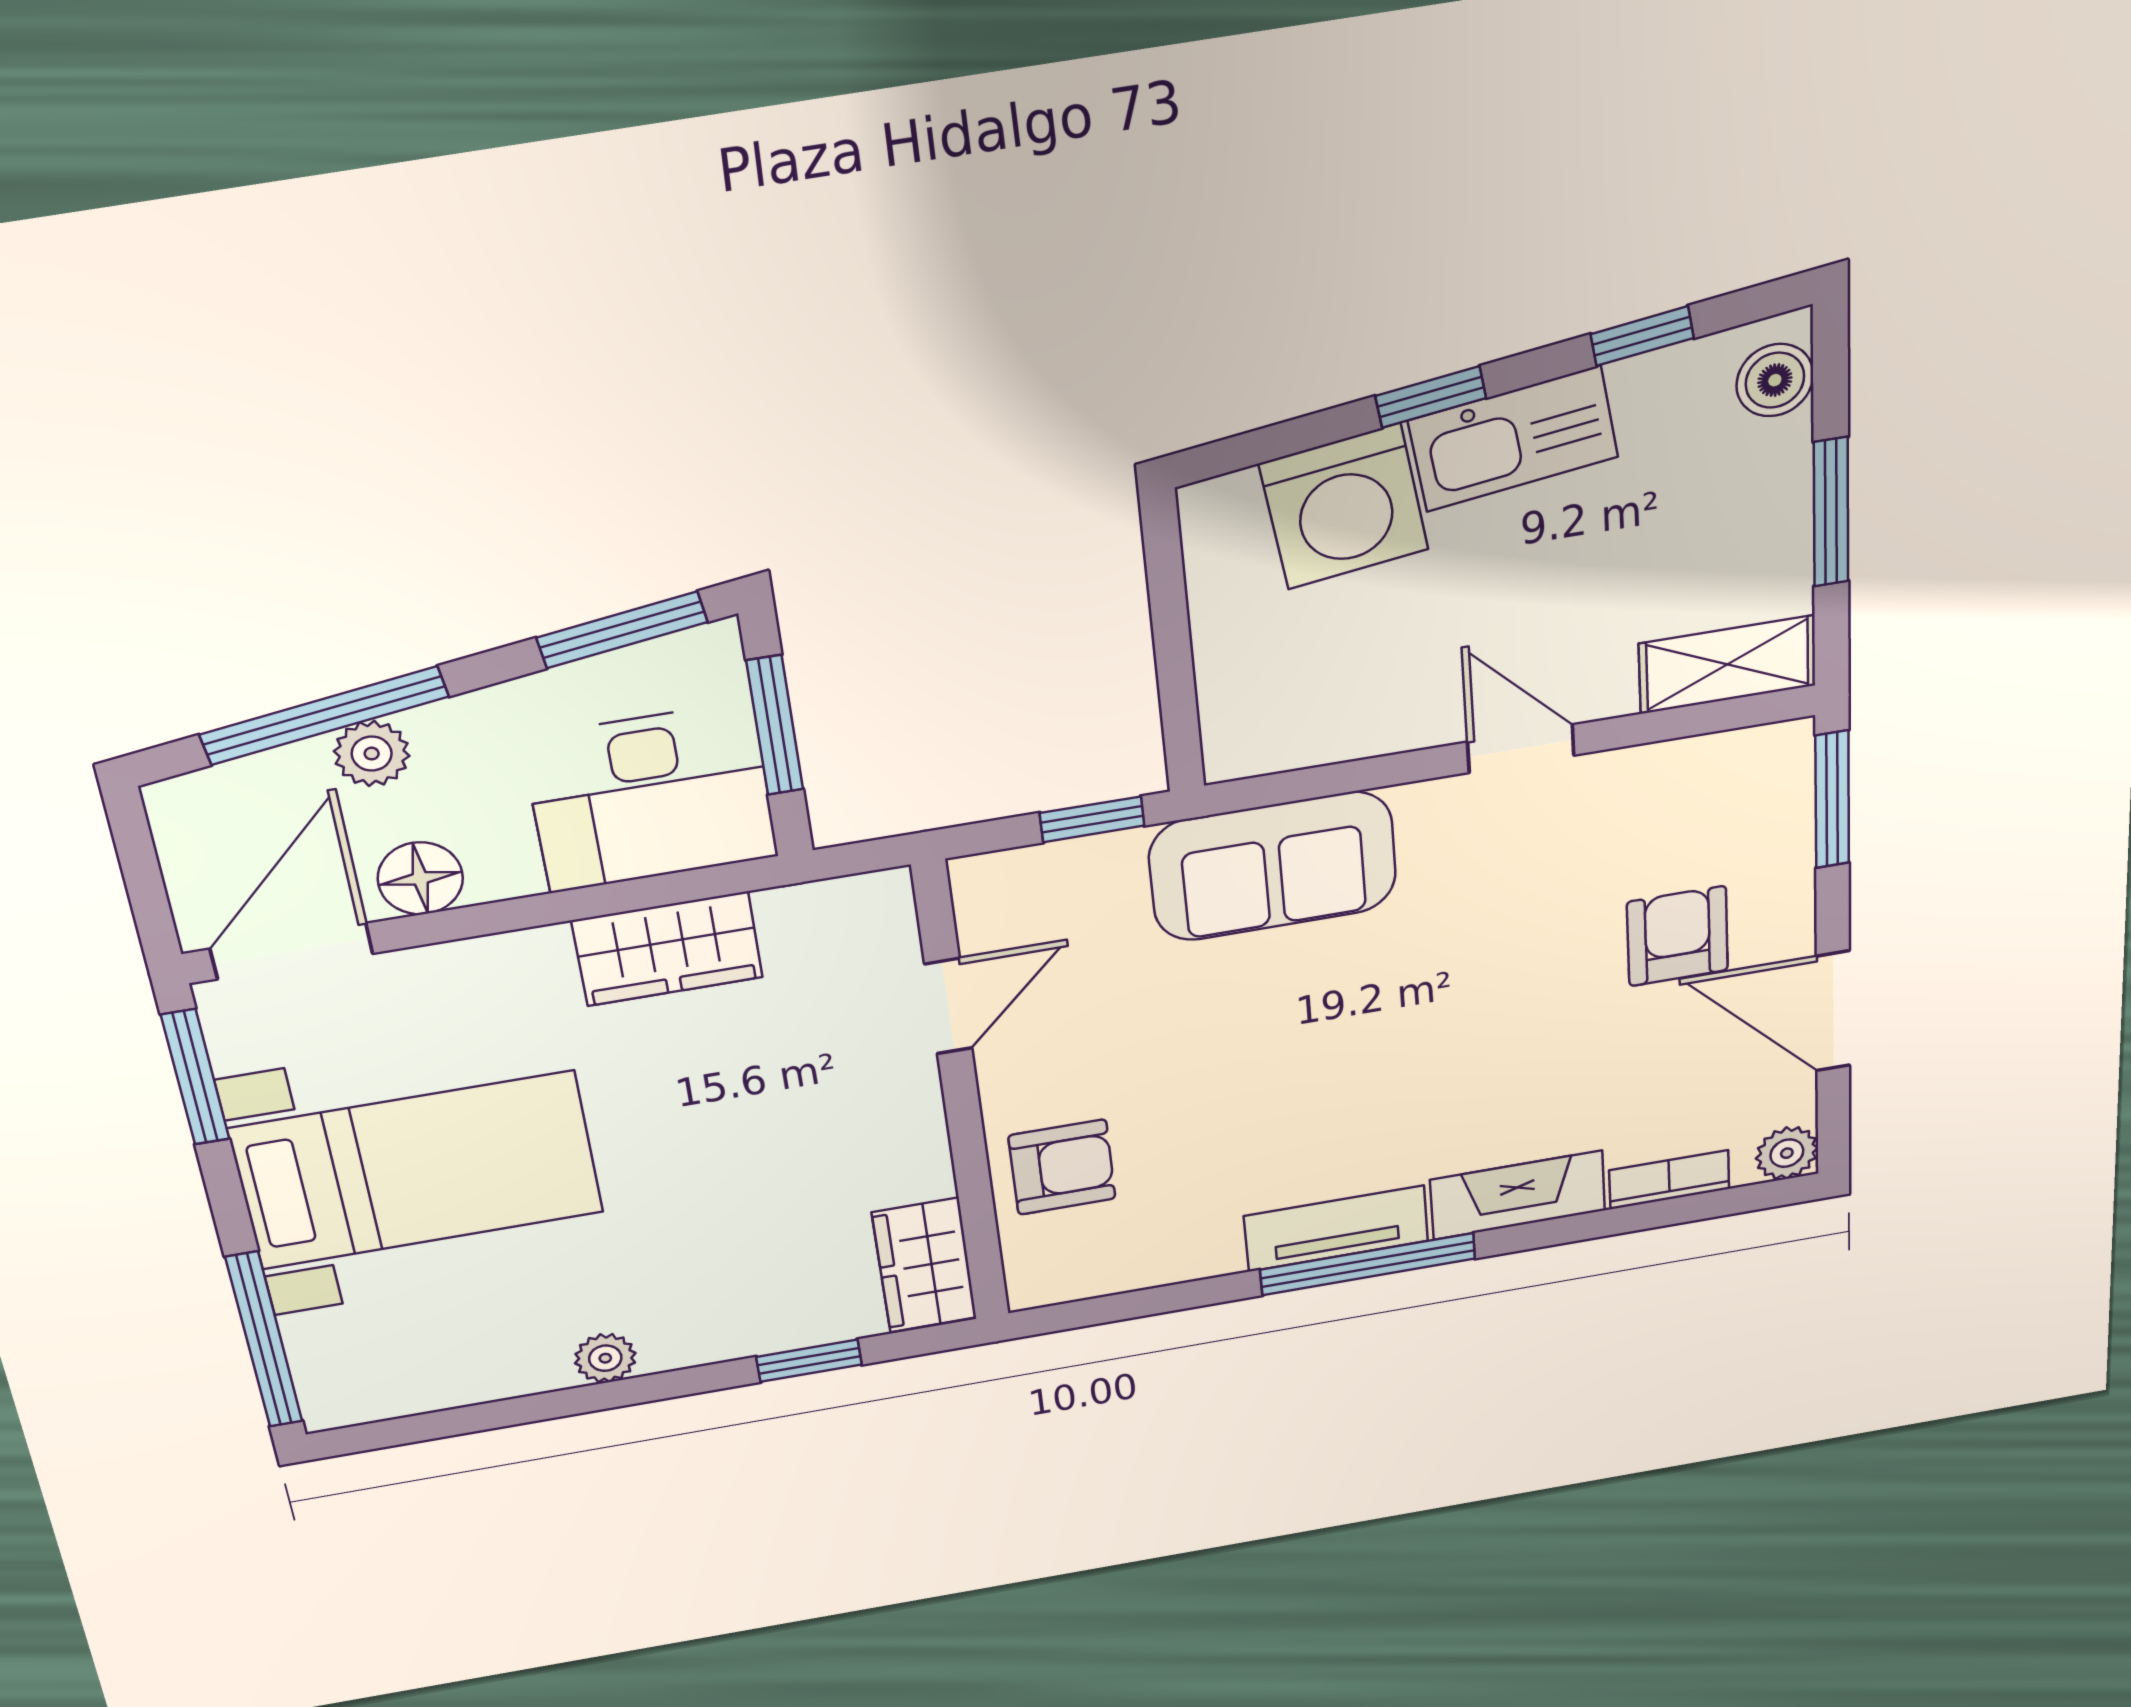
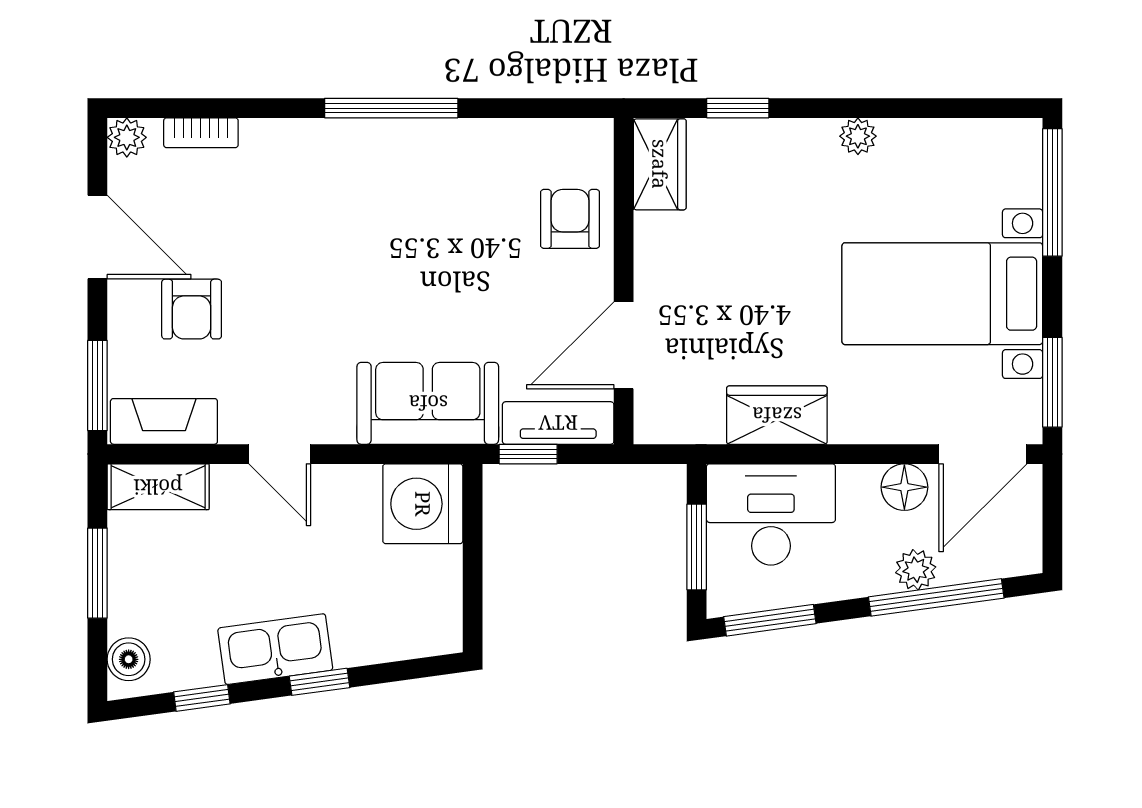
washing machine: (1344, 507) -> (423, 504), moved, turned -82
door: (948, 1006) -> (624, 345), width x1.38
armchair: (1062, 1167) -> (570, 219), turned 90
fireplace: (1518, 1195) -> (164, 421), moved, turned 180
tv unit: (1336, 1229) -> (558, 423), moved, turned 180

